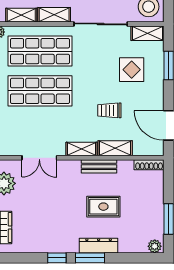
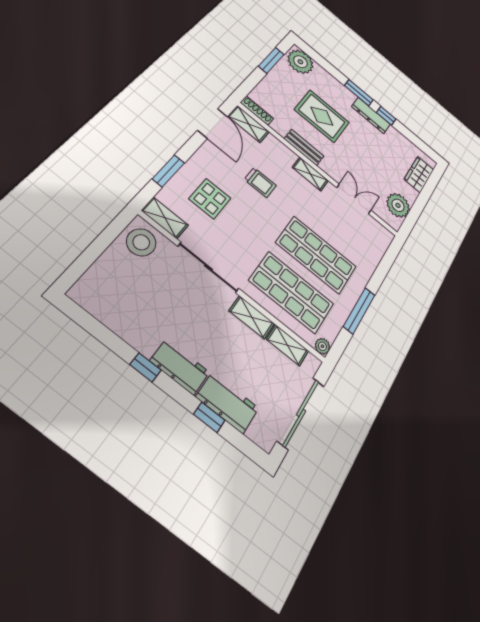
shelving: (115, 148) -> (249, 124), moved
rug: (103, 207) -> (322, 116), width x1.36, depth x1.43
dresser: (99, 246) -> (371, 115), moved
plant: (155, 246) -> (300, 62), width x1.87, depth x1.87

